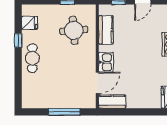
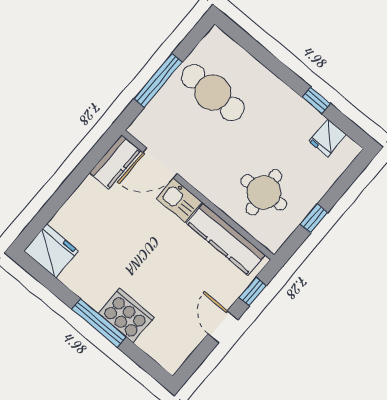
kitchen counter: (106, 30) -> (226, 239), width x1.50
cafe table: (32, 58) -> (213, 93), moved, width x1.37, depth x1.35
door: (97, 83) -> (160, 163), hinge flipped

